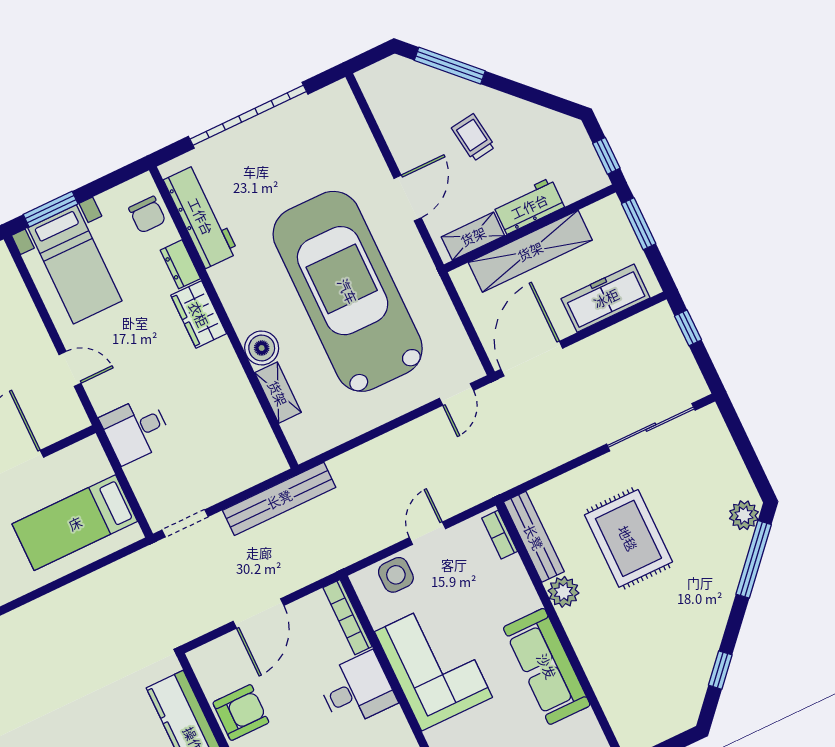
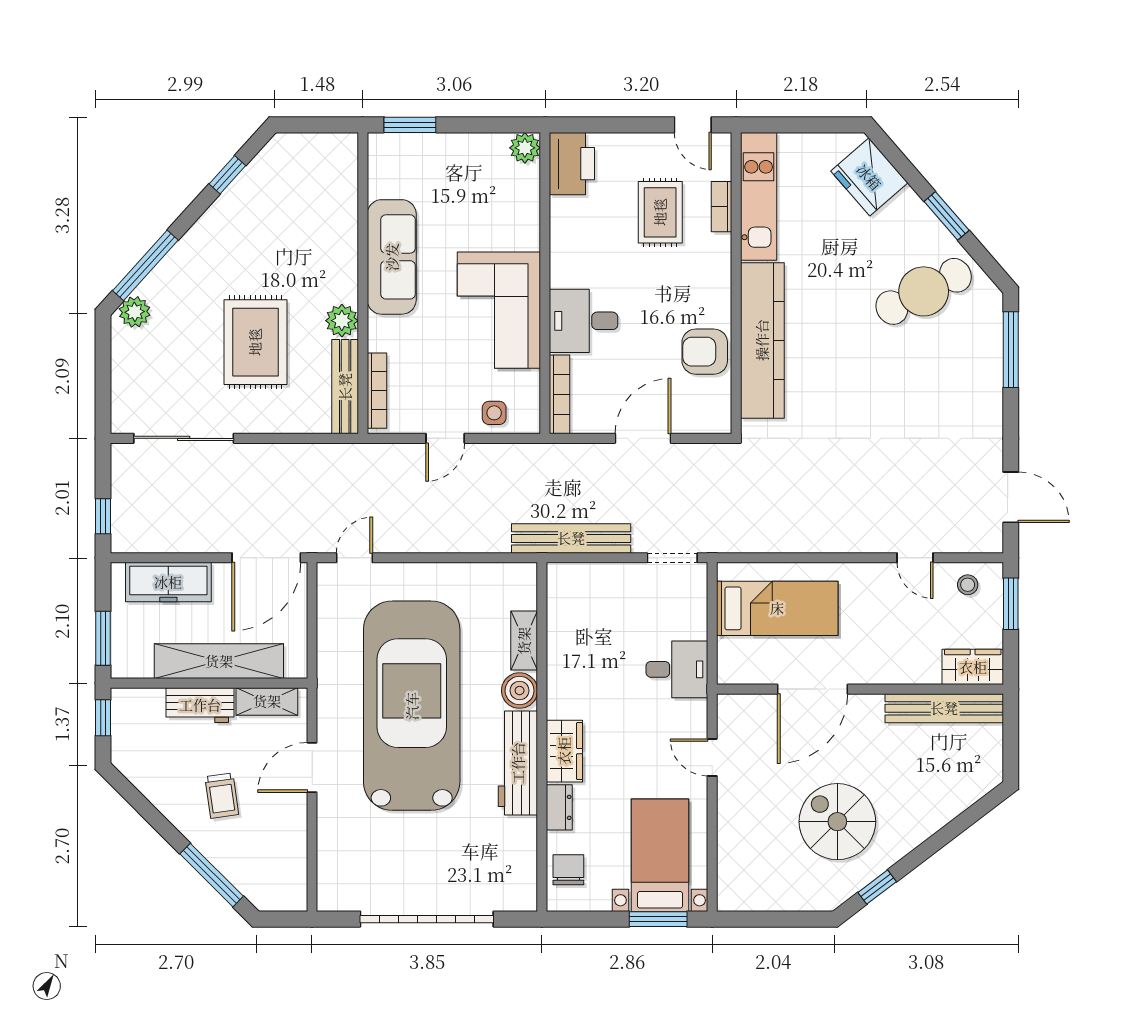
workbench: (201, 216) -> (518, 763), moved
car: (348, 291) -> (412, 706), turned 180
bookcase: (500, 535) -> (377, 391), width x1.56
side table: (396, 575) -> (494, 413), width x0.73, depth x0.73

